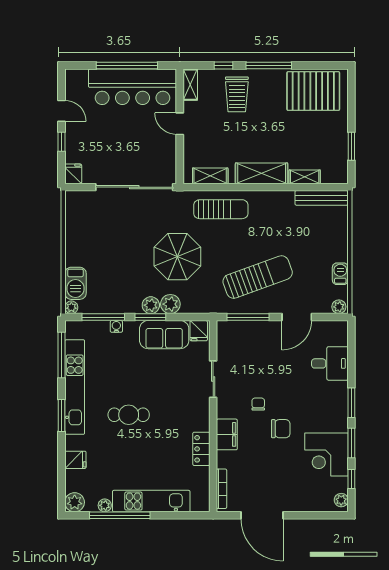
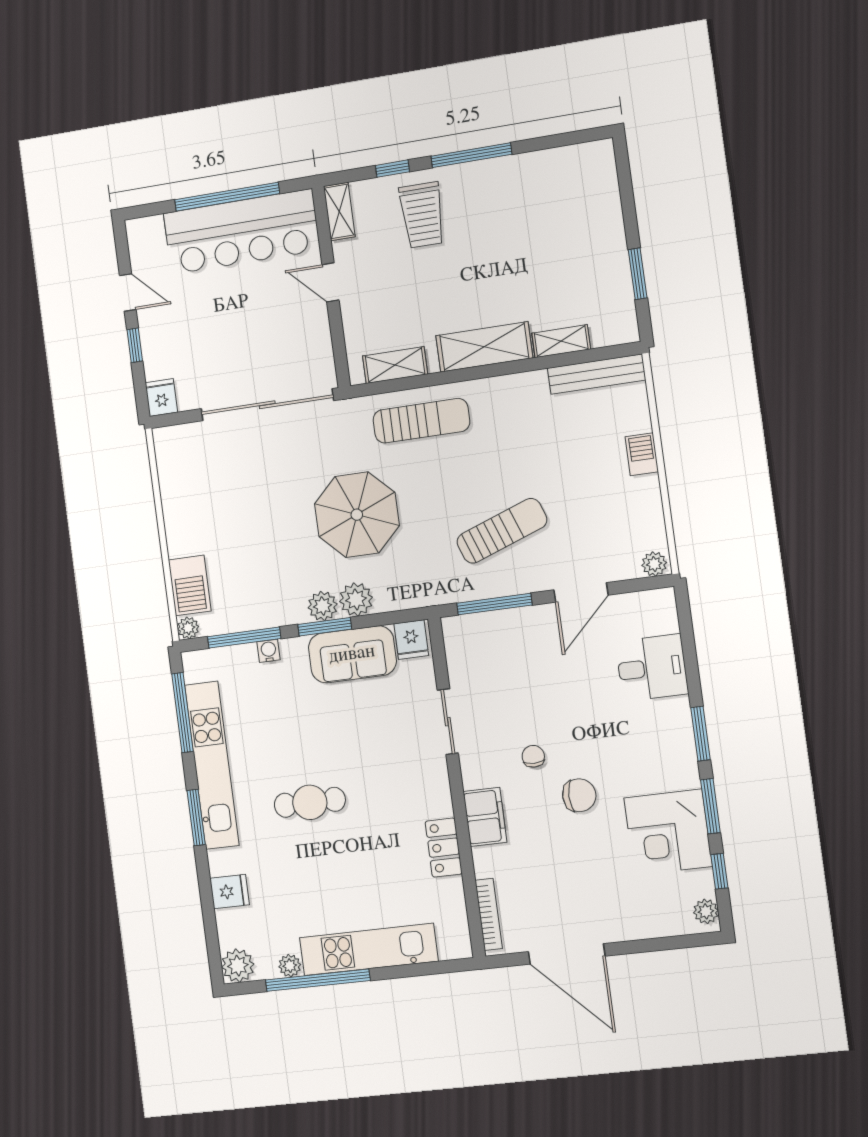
pallet: (313, 91) -> (556, 187), removed
barbecue: (340, 274) -> (642, 454), moved
sun lounger: (258, 277) -> (502, 531), width x0.73, depth x0.75

